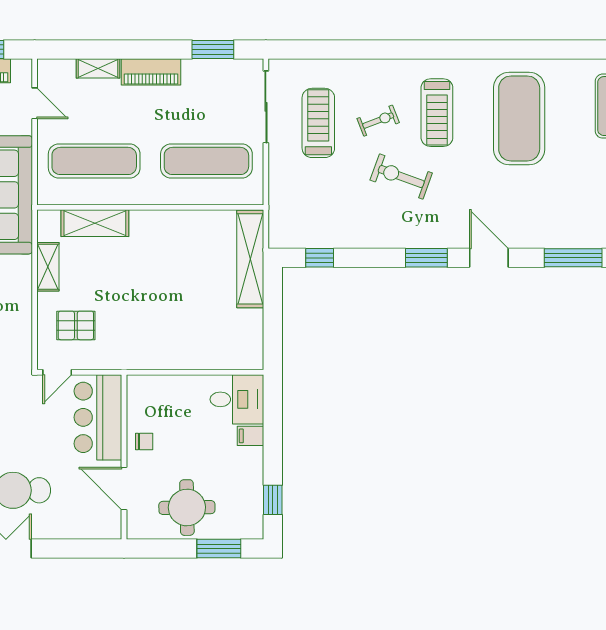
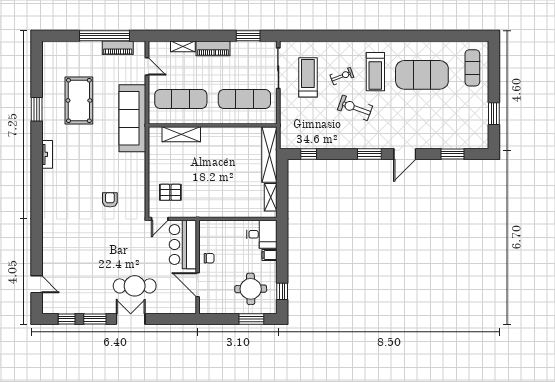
exercise mat: (519, 118) -> (422, 75), turned 90
door: (489, 258) -> (405, 154), swing flipped
window: (573, 258) -> (453, 154), width x0.69
shelving: (48, 267) -> (271, 197), moved
round table: (187, 508) -> (251, 289), moved

